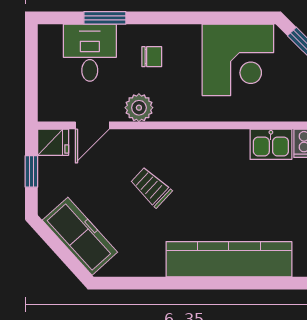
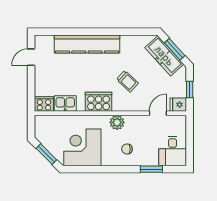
desk: (90, 53) -> (173, 151), moved
plant: (139, 108) -> (117, 122), moved
cooker: (207, 148) -> (99, 102), added
window: (60, 249) -> (175, 49), added

